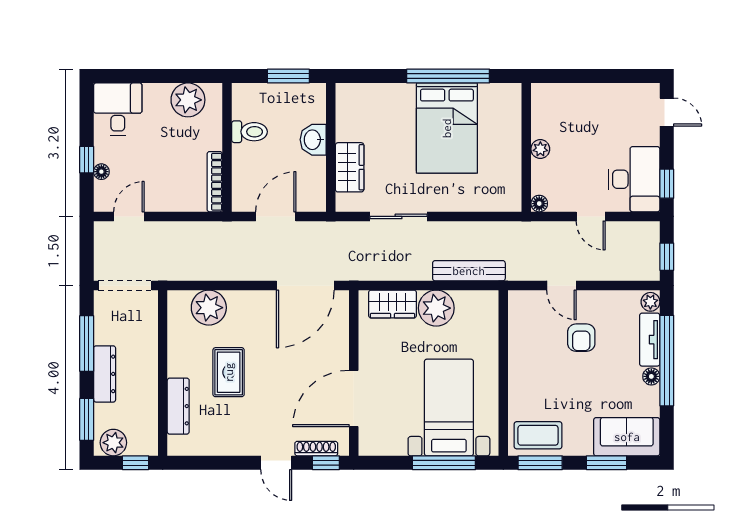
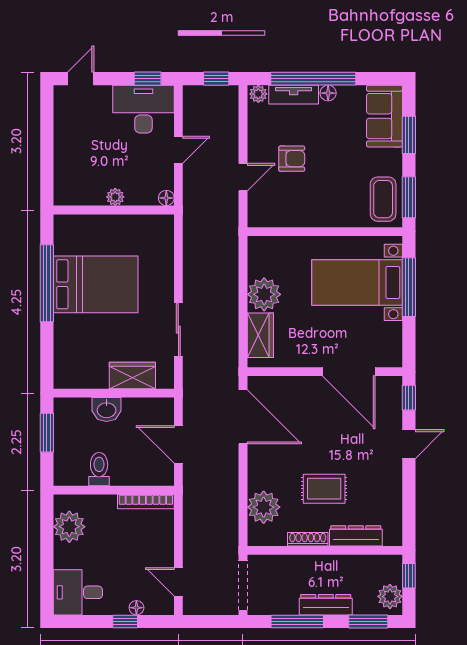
bench: (469, 271) -> (229, 264), removed
shoe rack: (316, 449) -> (308, 539), moved, turned 90

